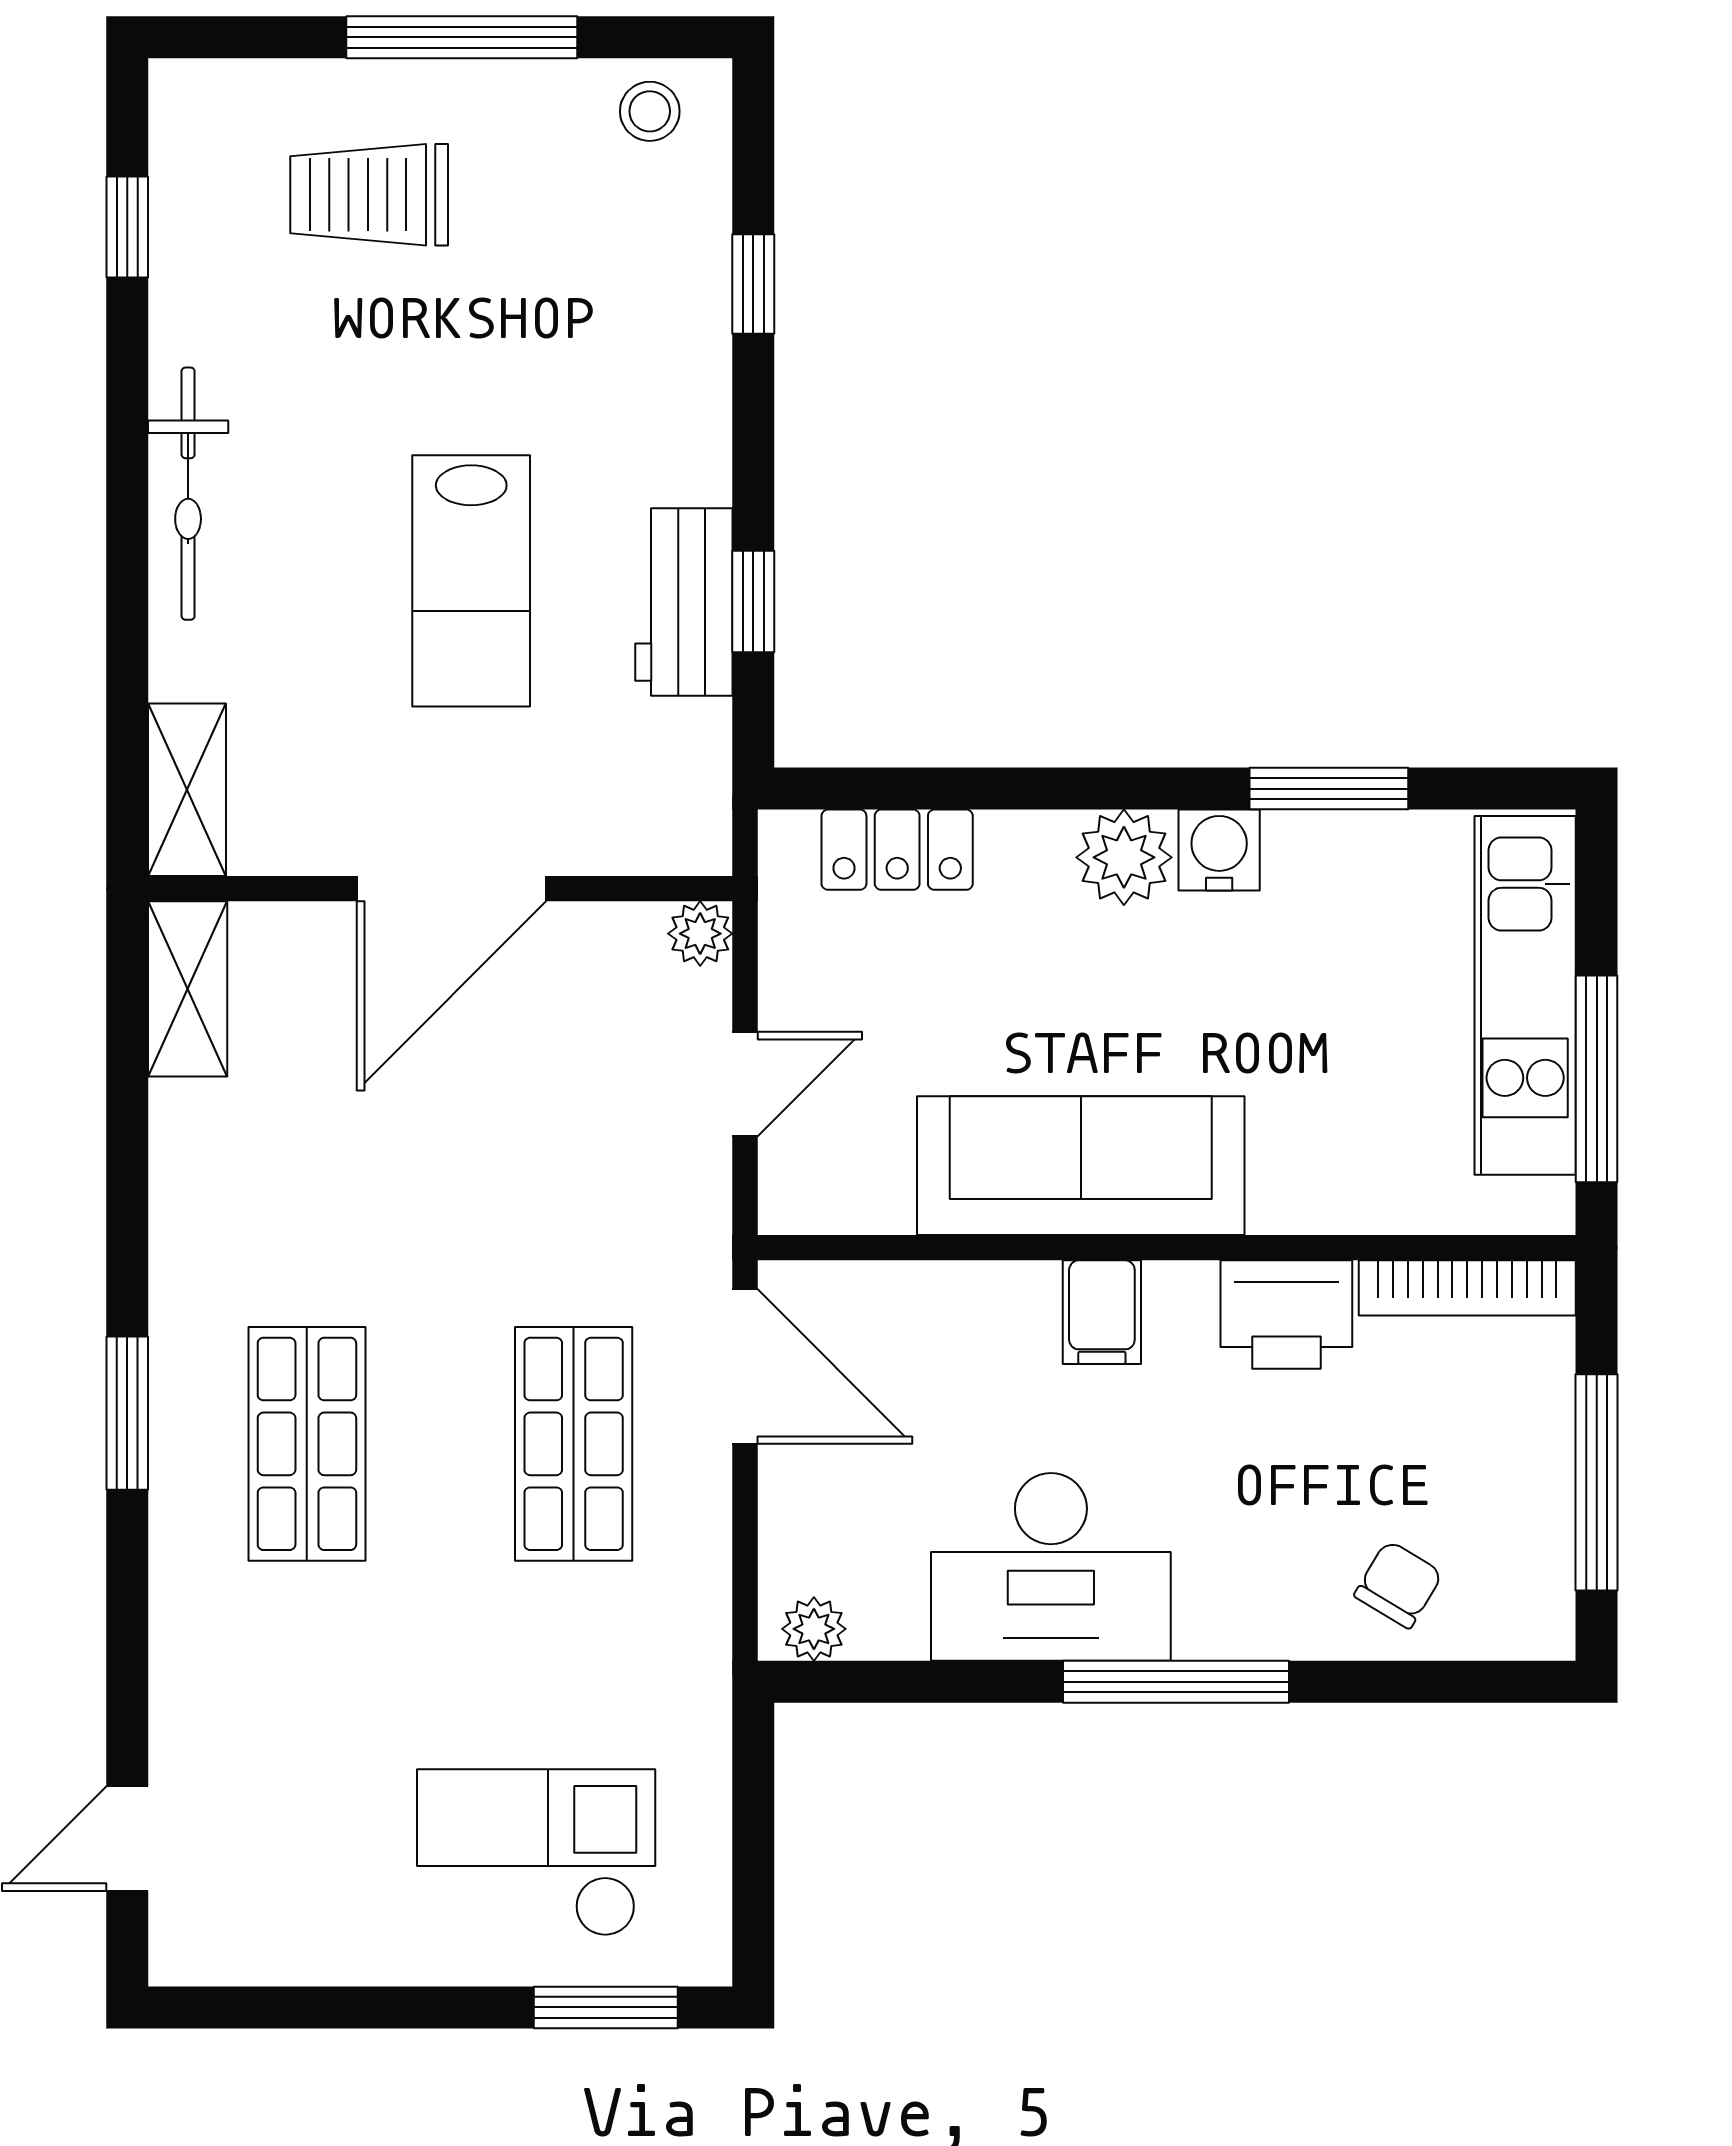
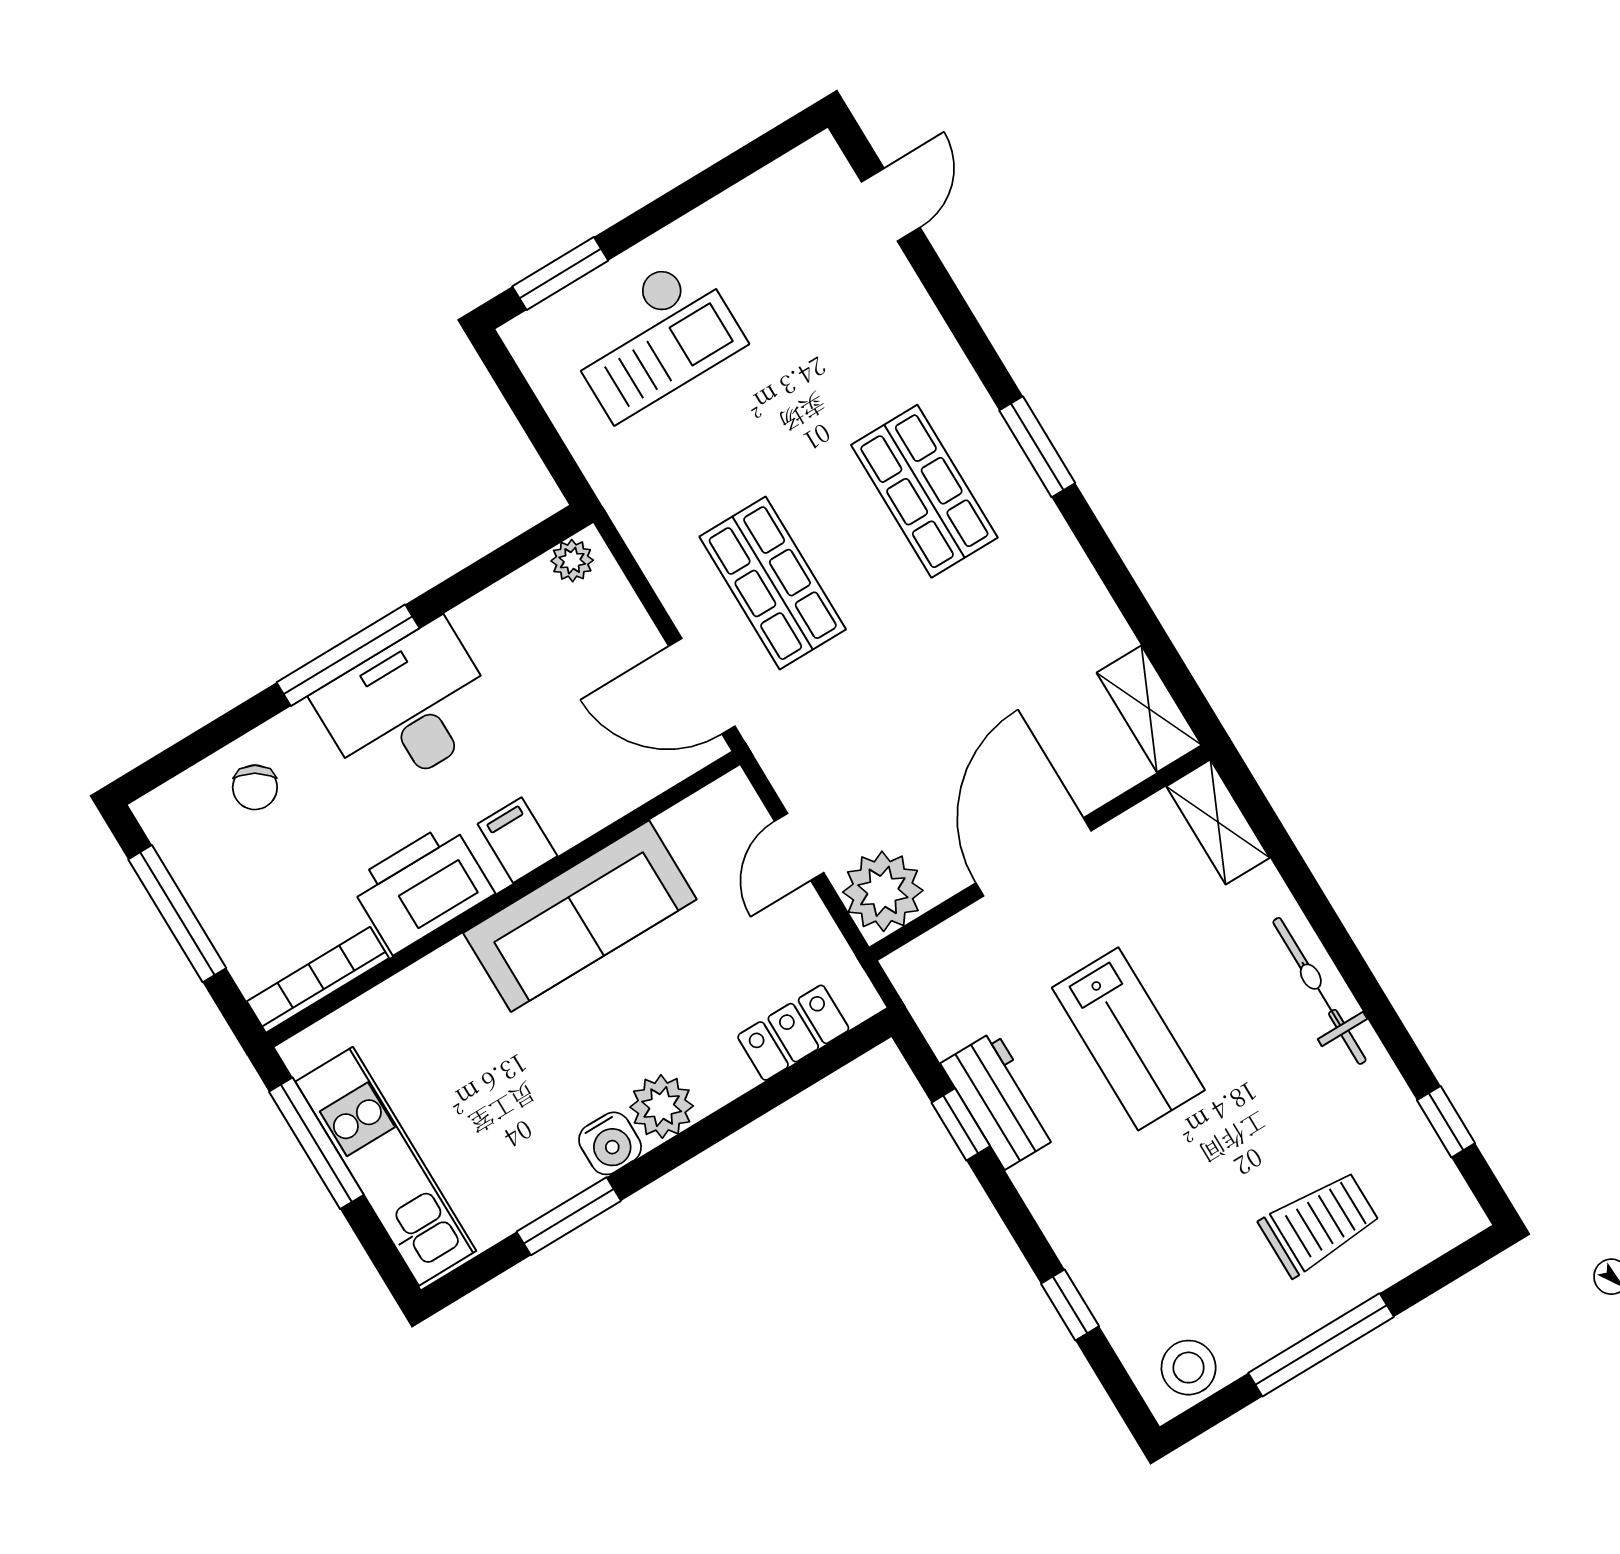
stool: (650, 111) -> (1189, 1368), width x1.37, depth x1.37
lab bench: (471, 581) -> (1128, 1039), turned 180
plant: (700, 934) -> (883, 891), width x1.87, depth x1.87
printer: (1286, 1315) -> (422, 888), width x1.37, depth x1.19
desk: (1051, 1567) -> (408, 708), moved

